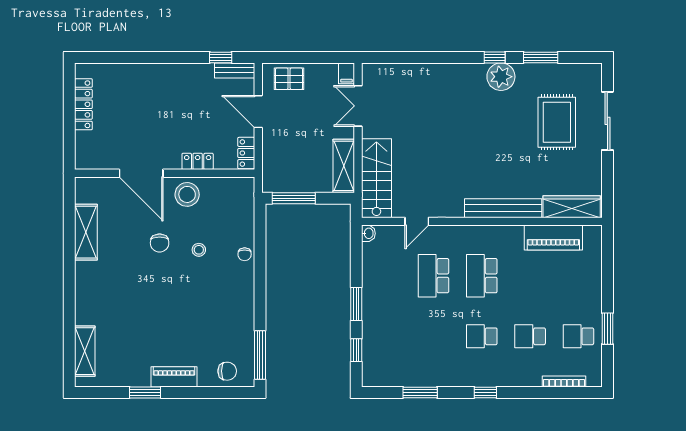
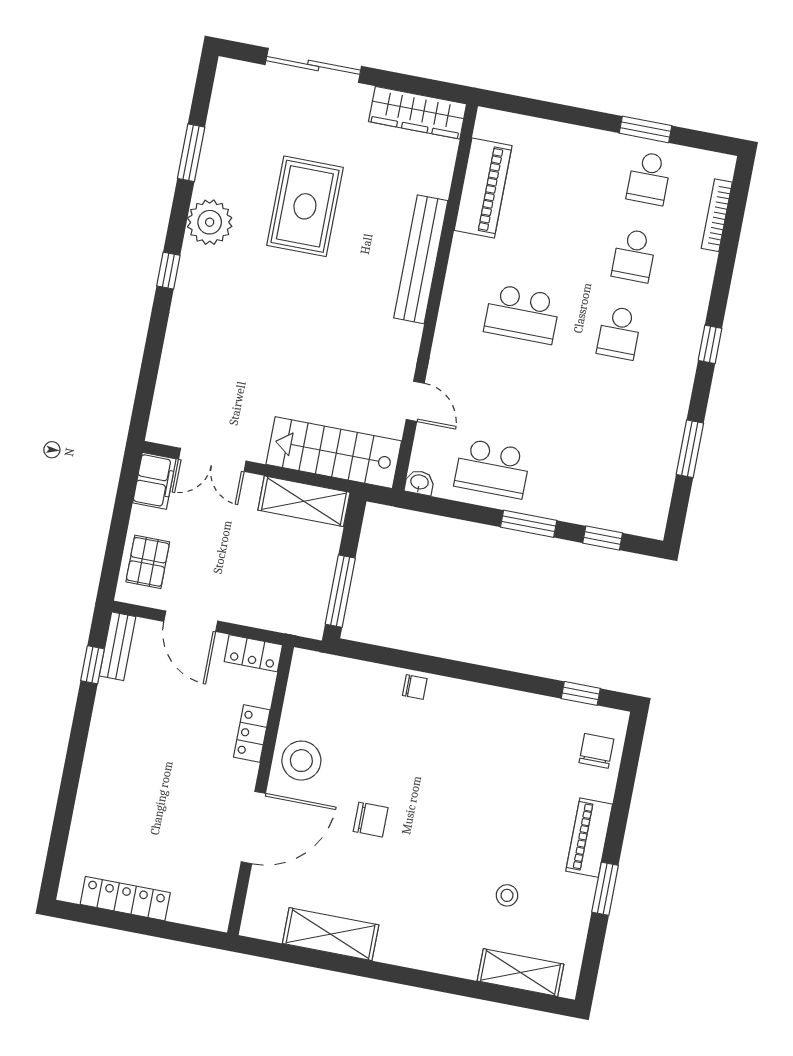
window: (495, 57) -> (168, 271), moved
filing cabinet: (346, 73) -> (154, 481), width x2.00
door: (258, 112) -> (191, 621), hinge flipped
rug: (557, 122) -> (305, 206), moved, turned 90
wardrobe: (572, 207) -> (418, 113), moved, turned -90
stool: (199, 250) -> (507, 895), moved
school desk: (434, 276) -> (492, 469), moved
window: (260, 355) -> (581, 693), width x0.46

